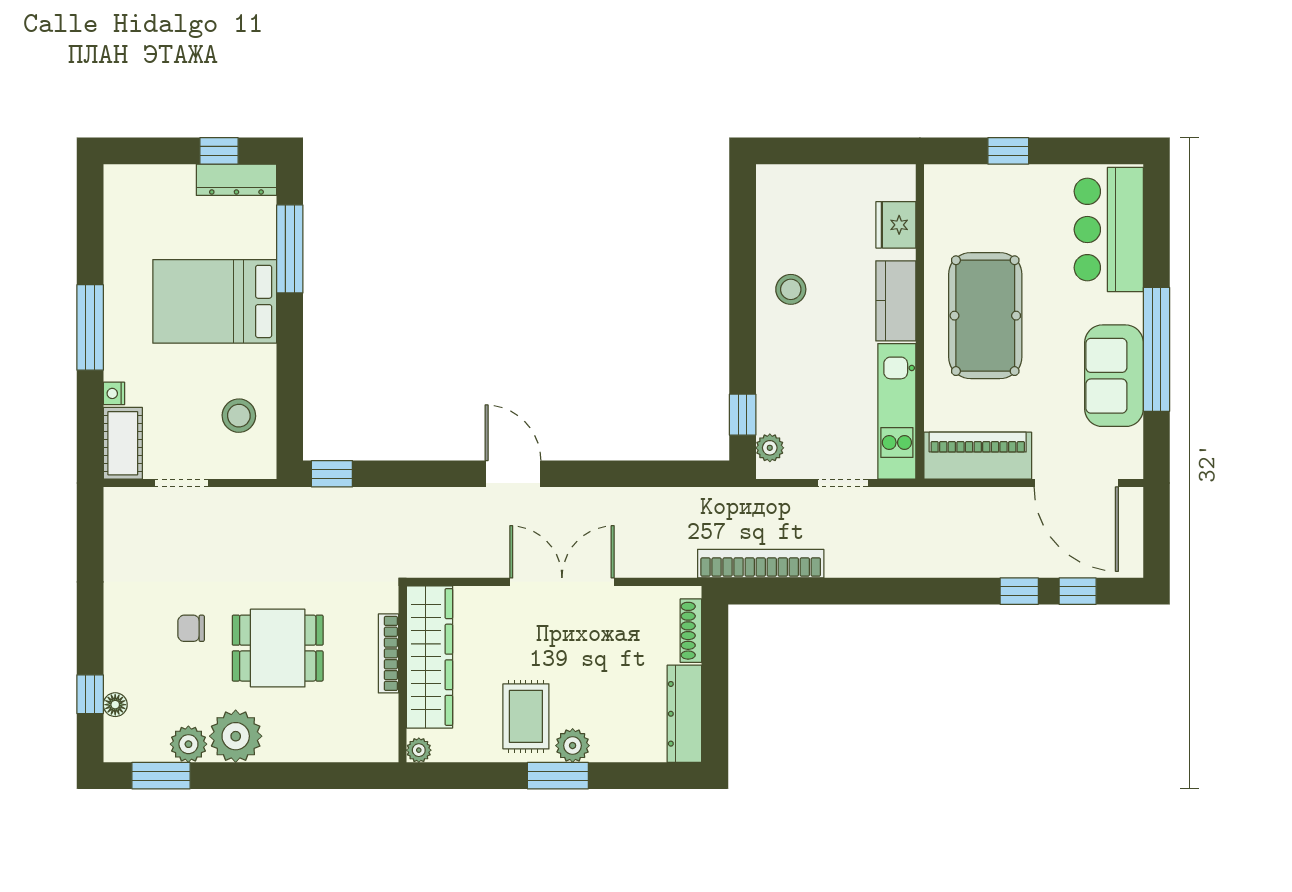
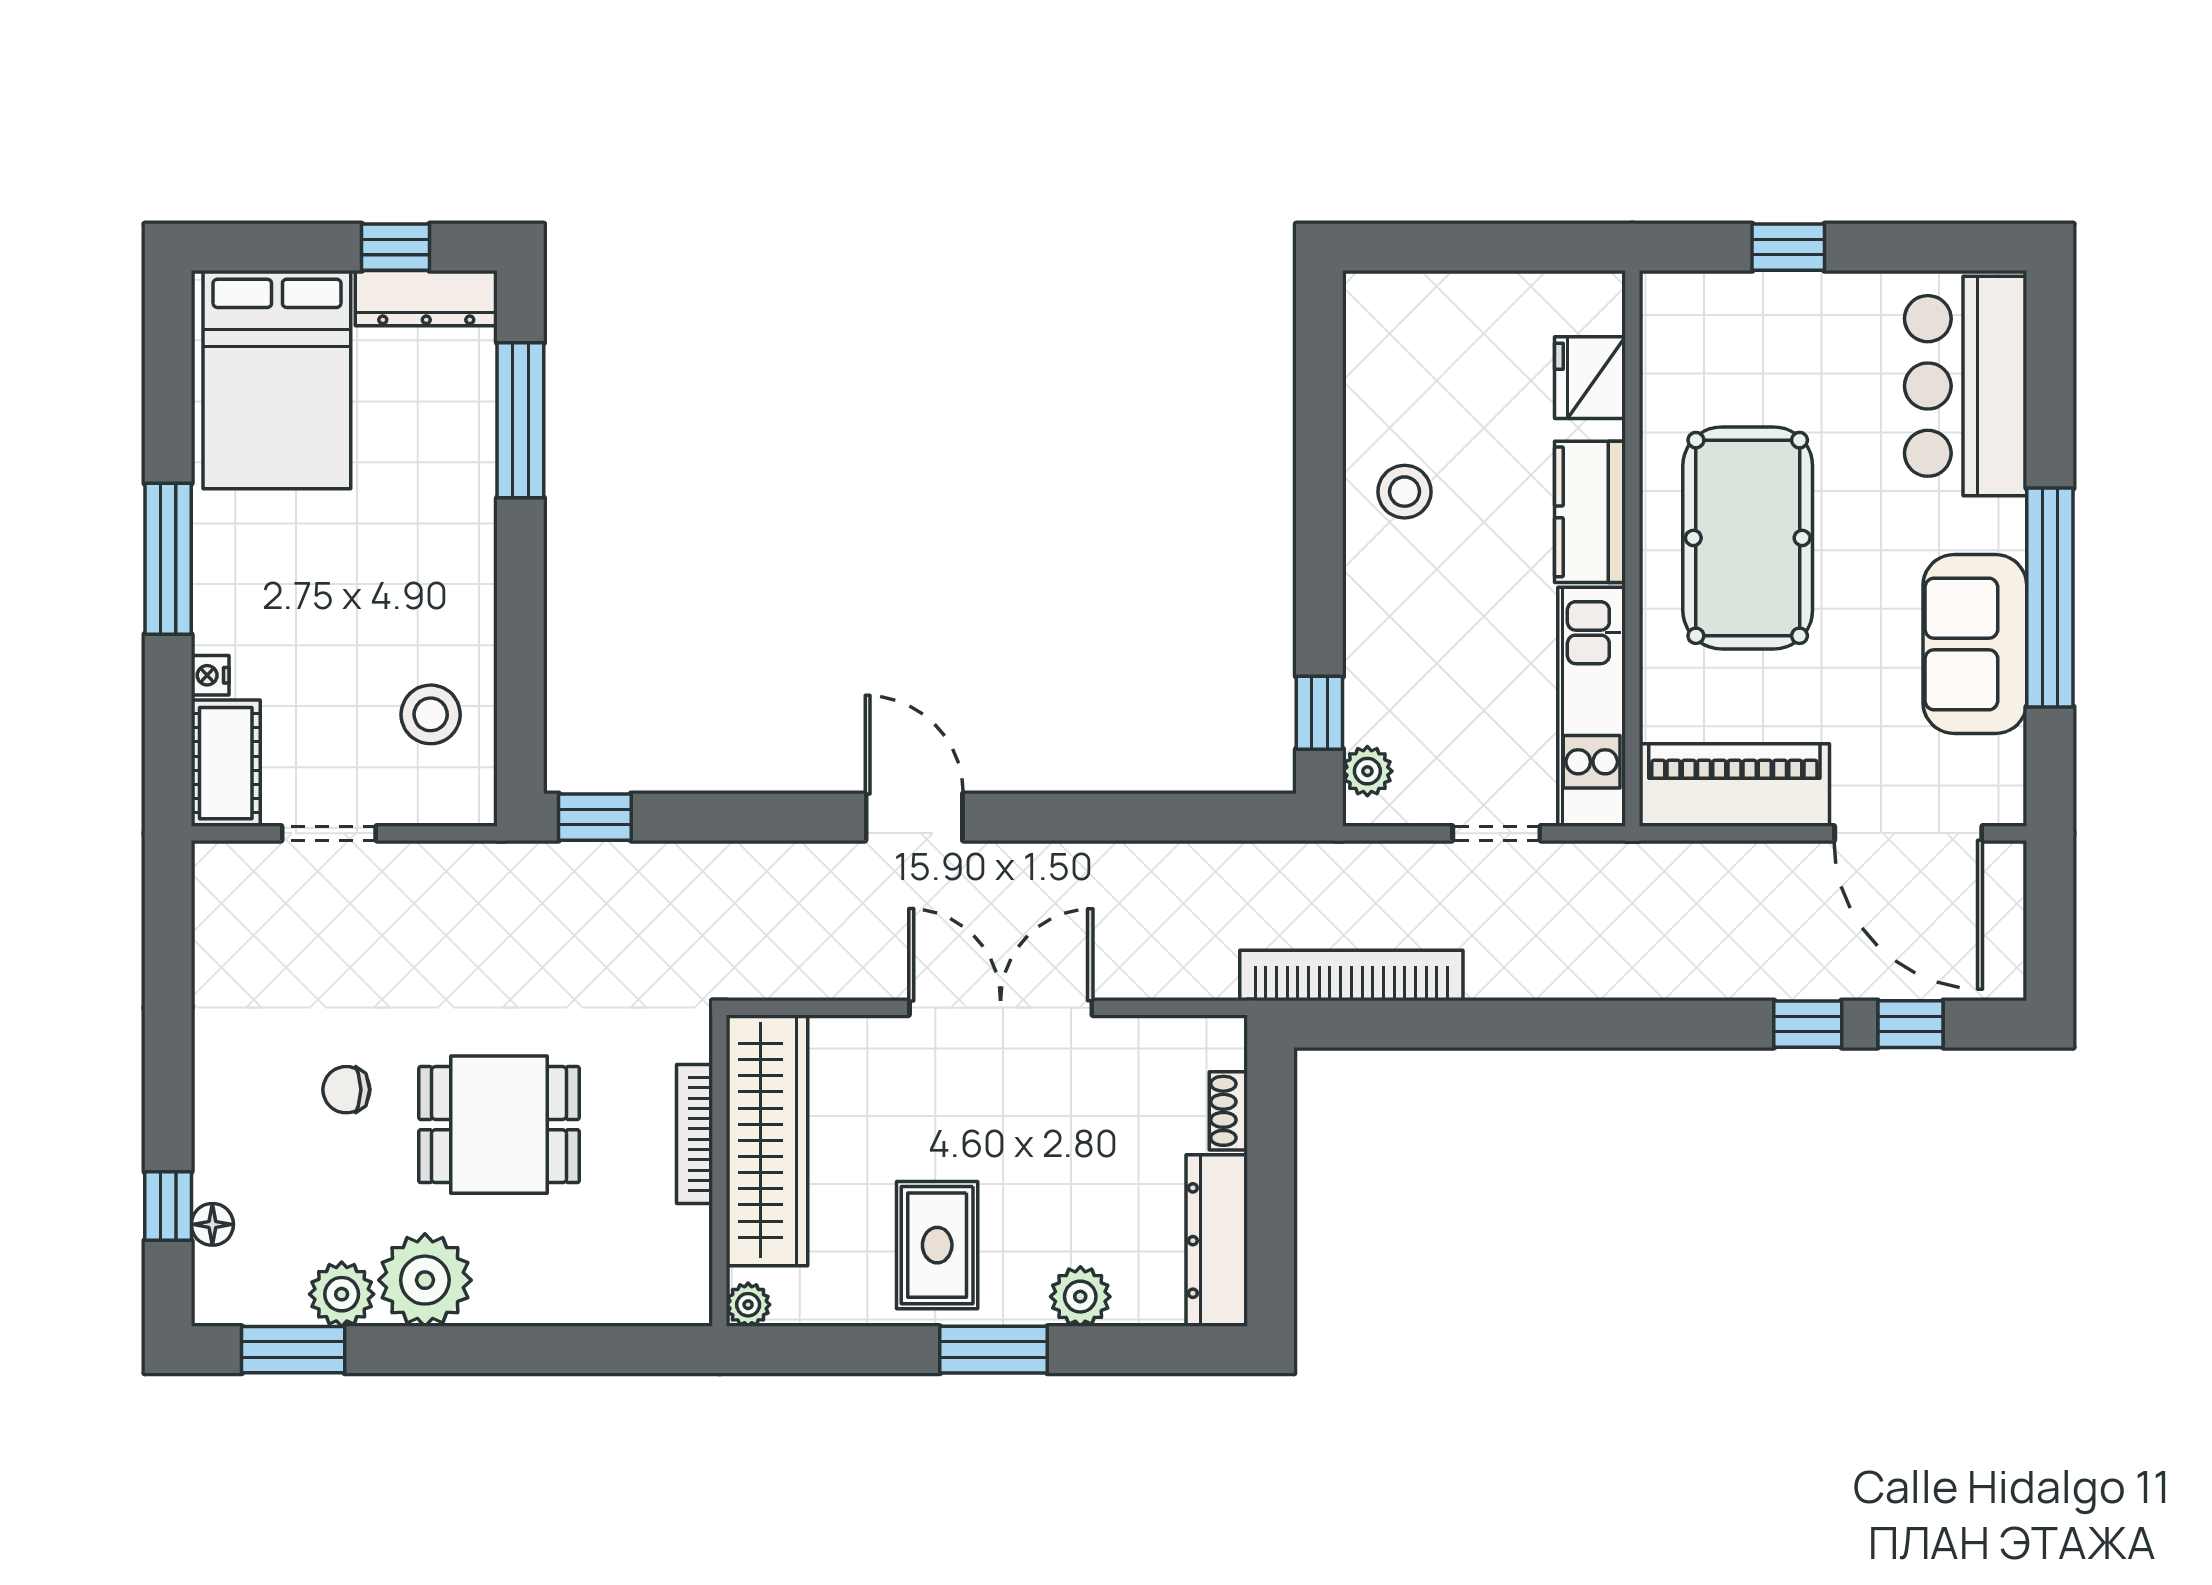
bed: (215, 301) -> (277, 380), moved, turned -90
shoe rack: (691, 631) -> (1228, 1111), width x0.70
plant: (573, 746) -> (1080, 1297), moved

